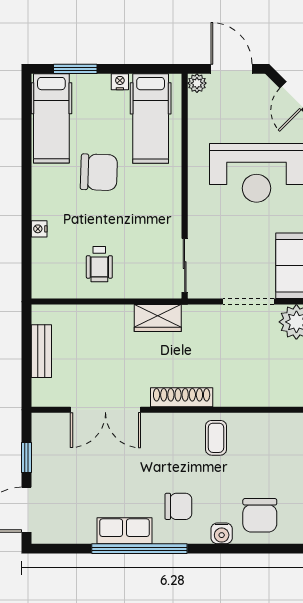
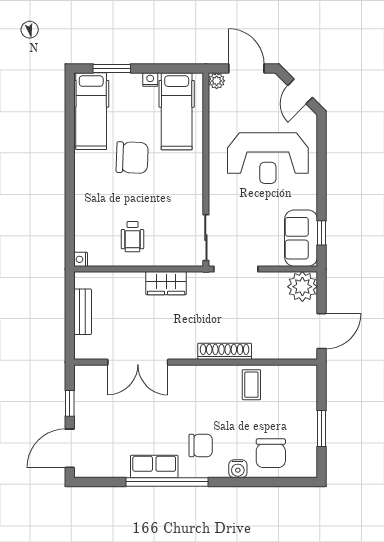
nightstand: (39, 229) -> (81, 259), moved
doorway: (248, 302) -> (236, 269), moved
wardrobe: (158, 318) -> (166, 283), moved
shoe rack: (182, 397) -> (225, 351), moved
coffee table: (216, 438) -> (251, 385), moved

